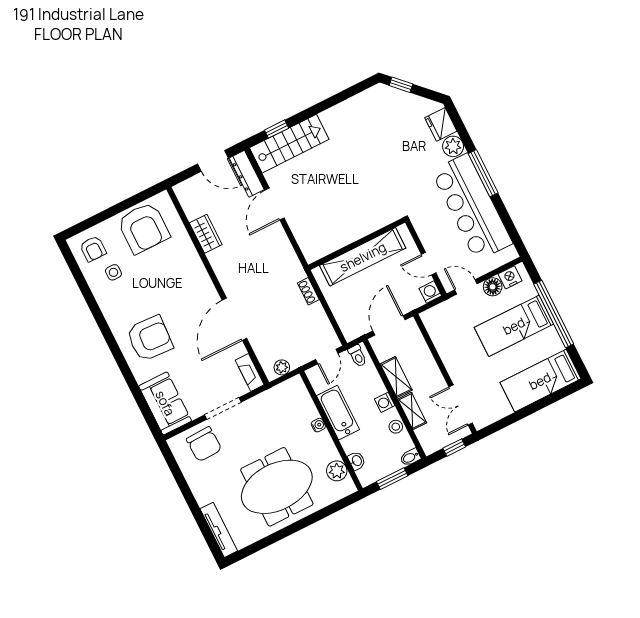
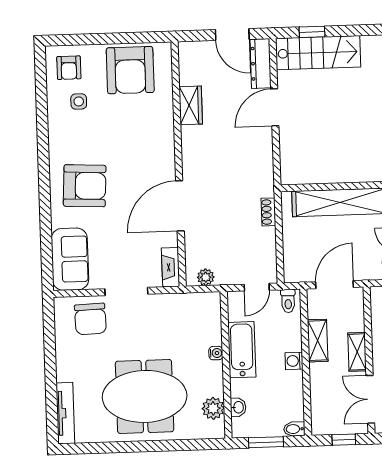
shelving: (412, 411) -> (357, 352), moved
stool: (396, 427) -> (294, 391), removed

